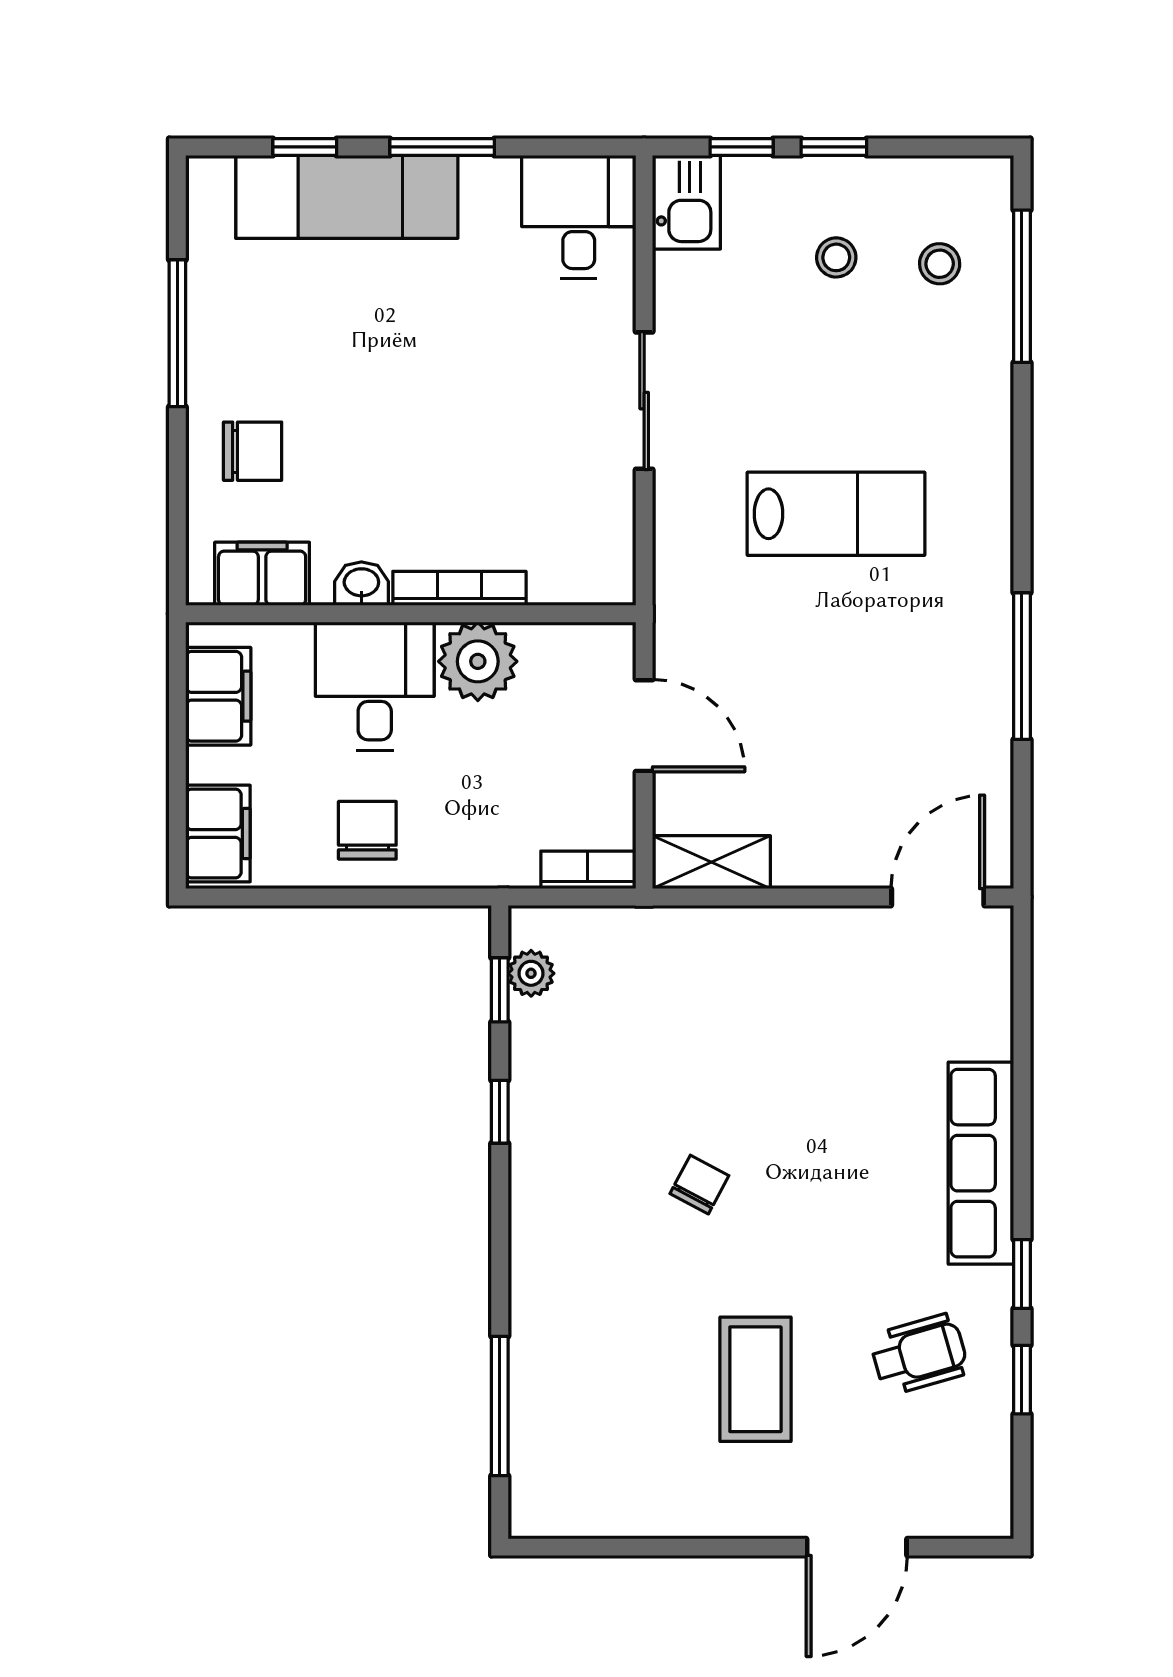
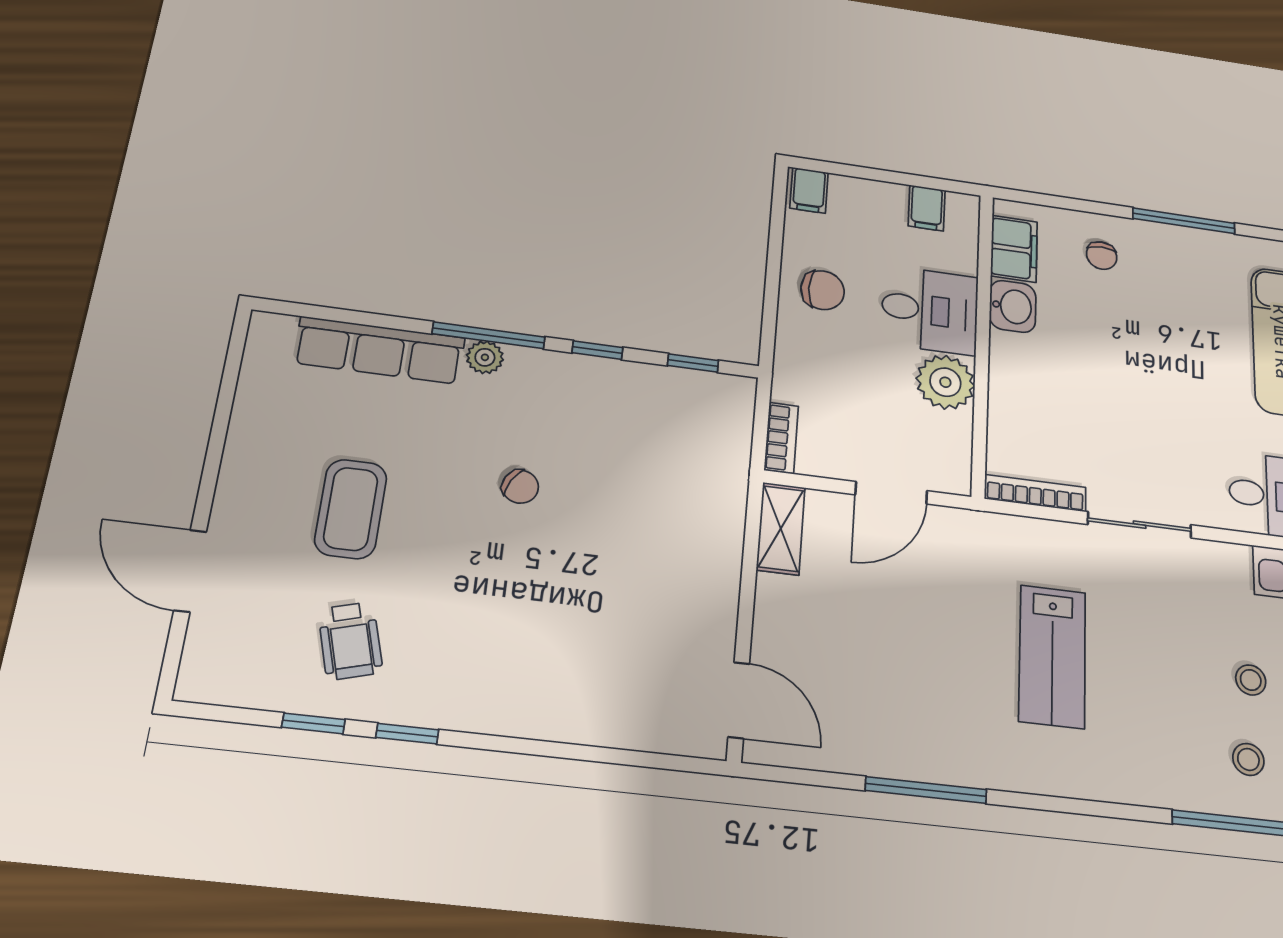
chair: (253, 451) -> (1102, 256), width x0.73, depth x0.73
washbasin: (361, 584) -> (1013, 306), width x1.38, depth x1.45
bookcase: (459, 588) -> (1035, 493), moved, turned -90
filing cabinet: (218, 696) -> (927, 208), width x0.50
filing cabinet: (218, 834) -> (809, 190), width x0.50
plant: (531, 973) -> (485, 357), moved
row of seats: (981, 1163) -> (379, 350), moved, turned 180
coffee table: (755, 1379) -> (351, 509), turned 90
window: (500, 1406) -> (489, 335), moved

